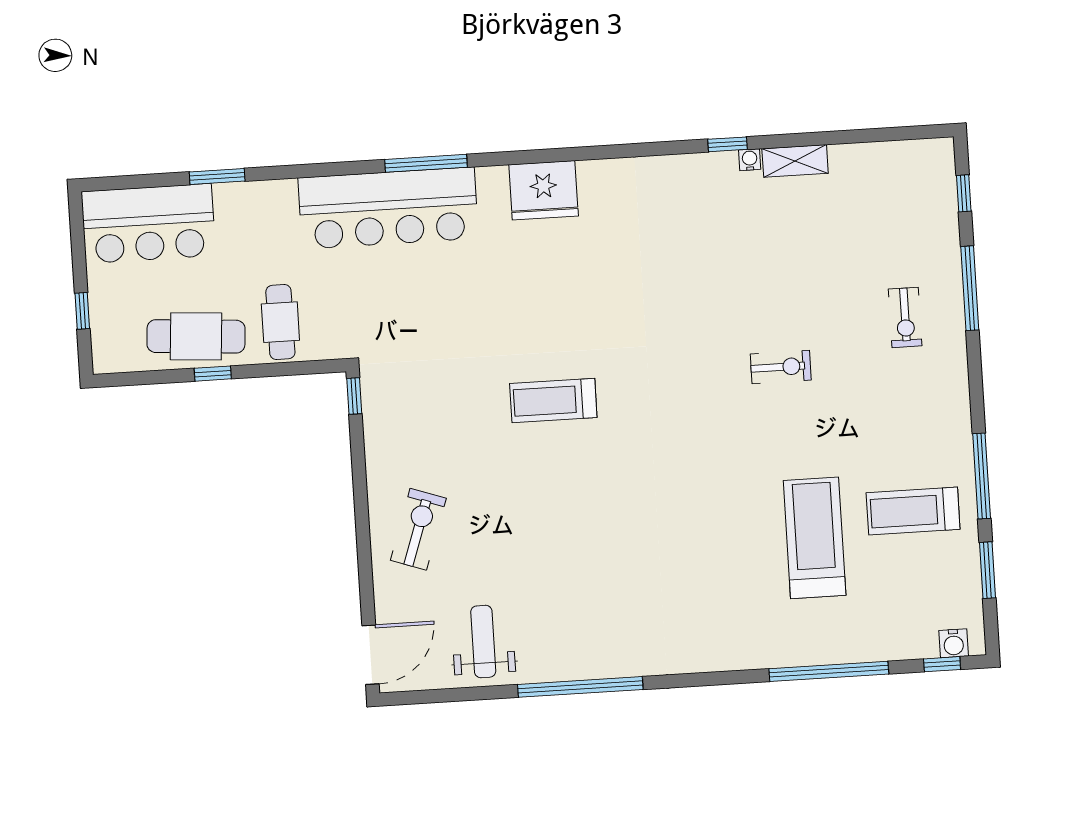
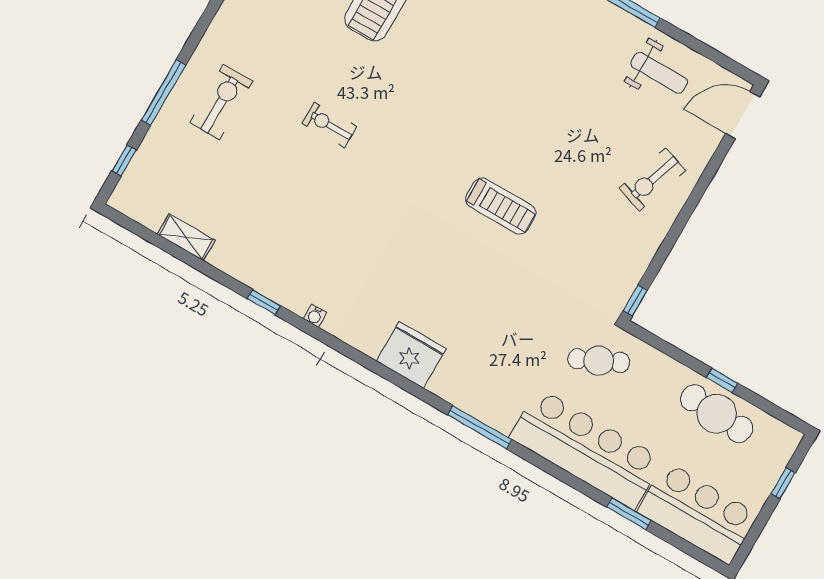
water cooler: (750, 160) -> (315, 316), moved
shelving: (795, 161) -> (186, 237), moved
bar counter: (388, 208) -> (586, 449), moved
exercise bike: (905, 317) -> (221, 102), width x1.38, depth x1.39
cafe table: (280, 322) -> (599, 361), moved, turned 65
weight bench: (483, 642) -> (659, 73), turned -90

